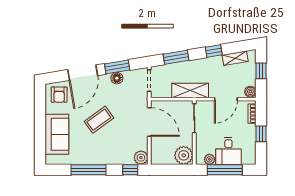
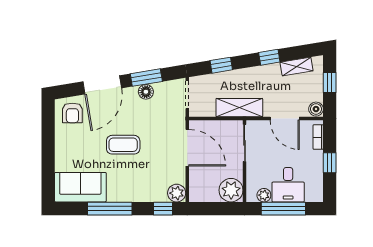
window: (176, 57) -> (221, 65), width x0.67
door: (226, 99) -> (285, 119), hinge flipped
coffee table: (99, 120) -> (123, 145), turned 36
sofa: (57, 134) -> (80, 187), moved, turned -90

